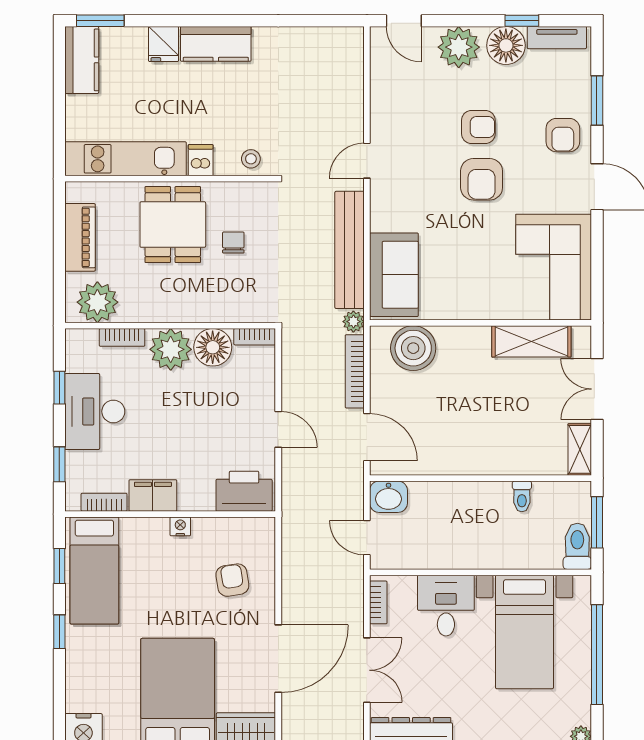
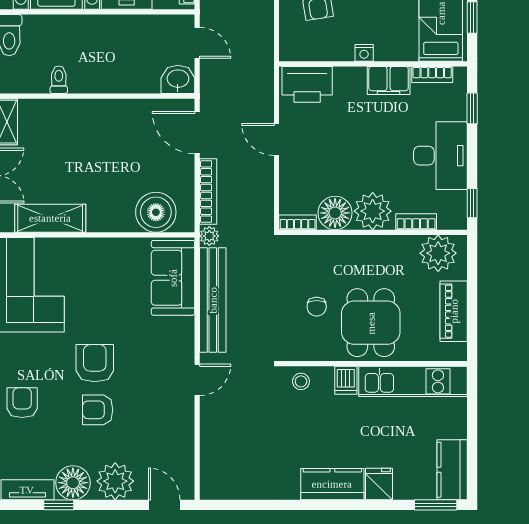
window: (59, 388) -> (472, 203), moved

